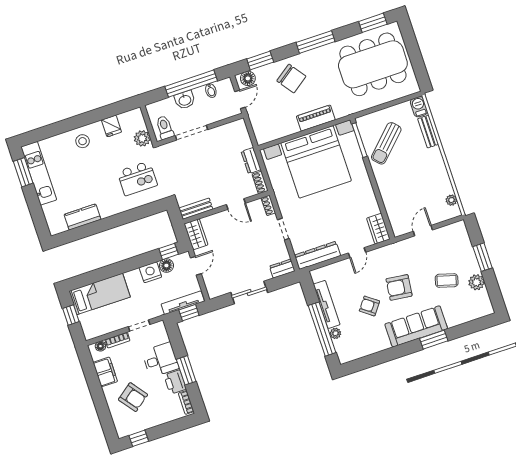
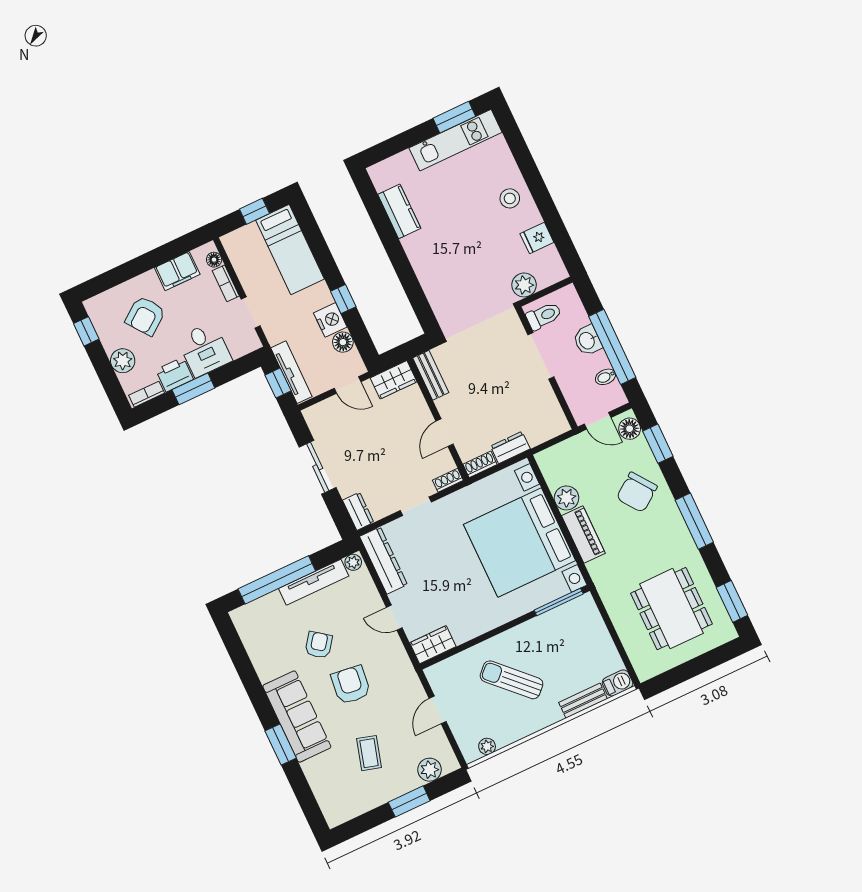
dining table: (373, 64) -> (671, 609), width x0.73, depth x0.80
plant: (290, 127) -> (567, 498), added
sun lounger: (386, 143) -> (512, 680), moved
kitchen island: (137, 178) -> (465, 285), removed
door: (423, 231) -> (438, 710), swing flipped
window: (169, 251) -> (343, 299), moved
plant: (477, 282) -> (430, 770), moved
plant: (335, 333) -> (353, 562), moved
plant: (162, 416) -> (123, 361), added

